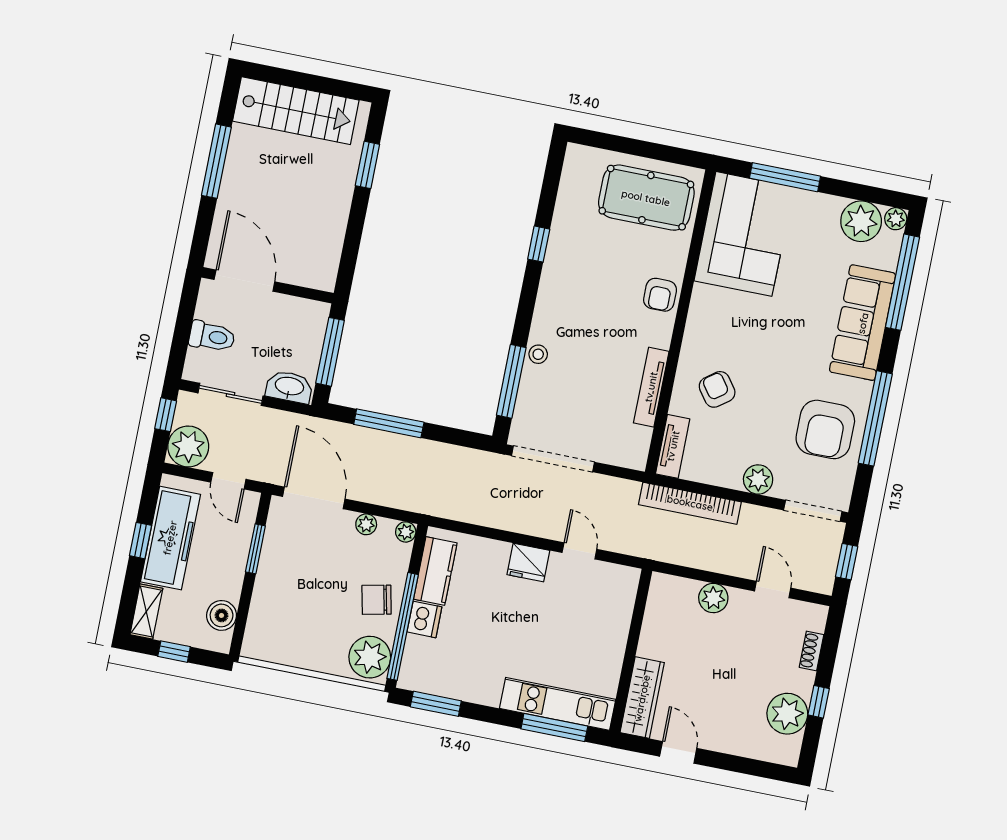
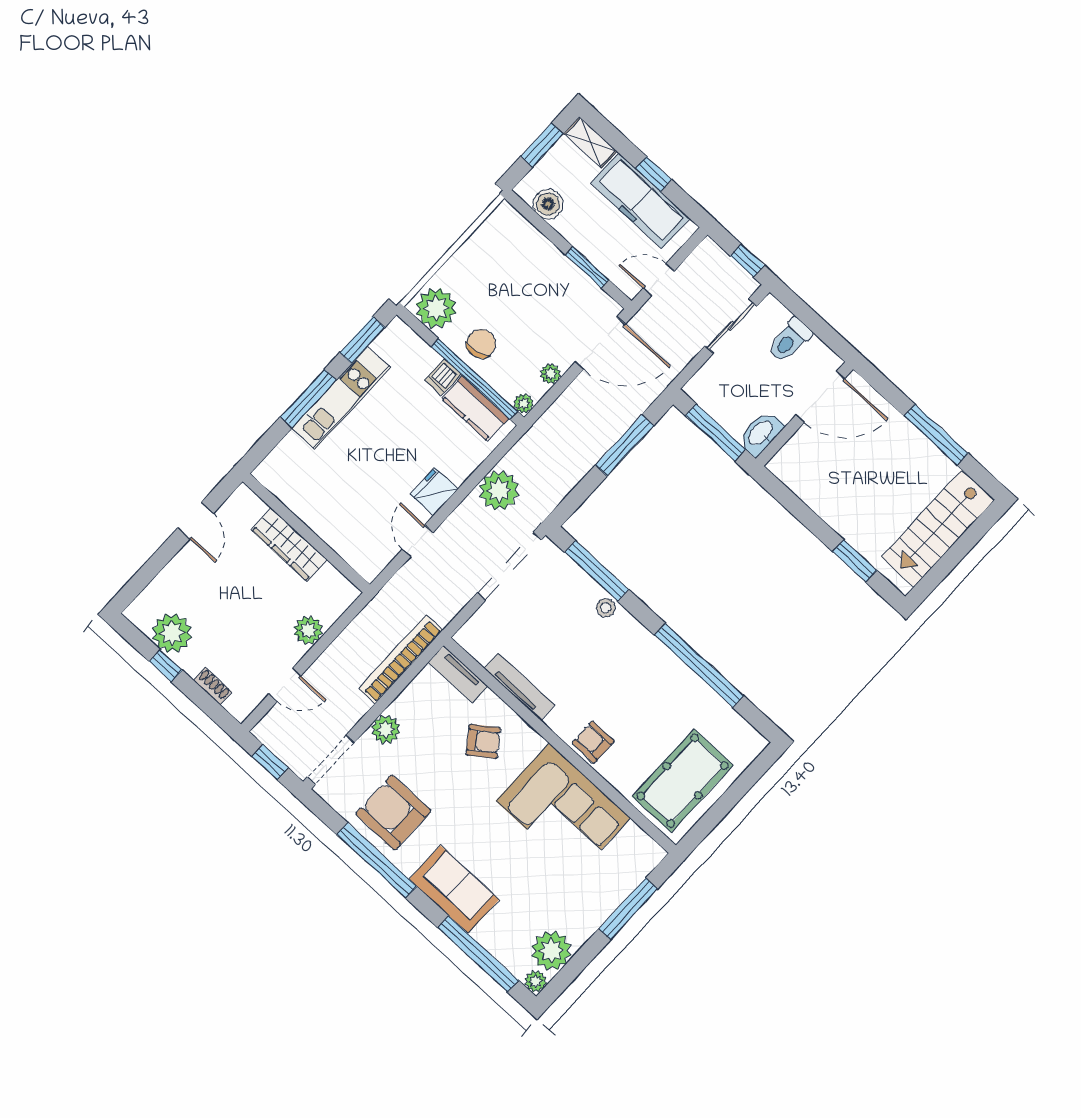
corner sofa: (744, 234) -> (563, 809), moved
window: (539, 244) -> (699, 665), width x3.17
sofa: (863, 323) -> (454, 890), width x0.73
washbasin: (289, 387) -> (761, 433), moved, turned 180
plant: (188, 446) -> (499, 490), moved
door: (579, 551) -> (418, 541), swing flipped
dishwasher: (424, 619) -> (443, 377), width x0.73
window: (403, 626) -> (474, 379), moved
window: (174, 652) -> (542, 145), width x1.50
wardrobe: (642, 698) -> (289, 545), moved
kitchen unit: (558, 704) -> (341, 398), moved
window: (554, 728) -> (308, 398), moved
door: (678, 752) -> (196, 520), hinge flipped

